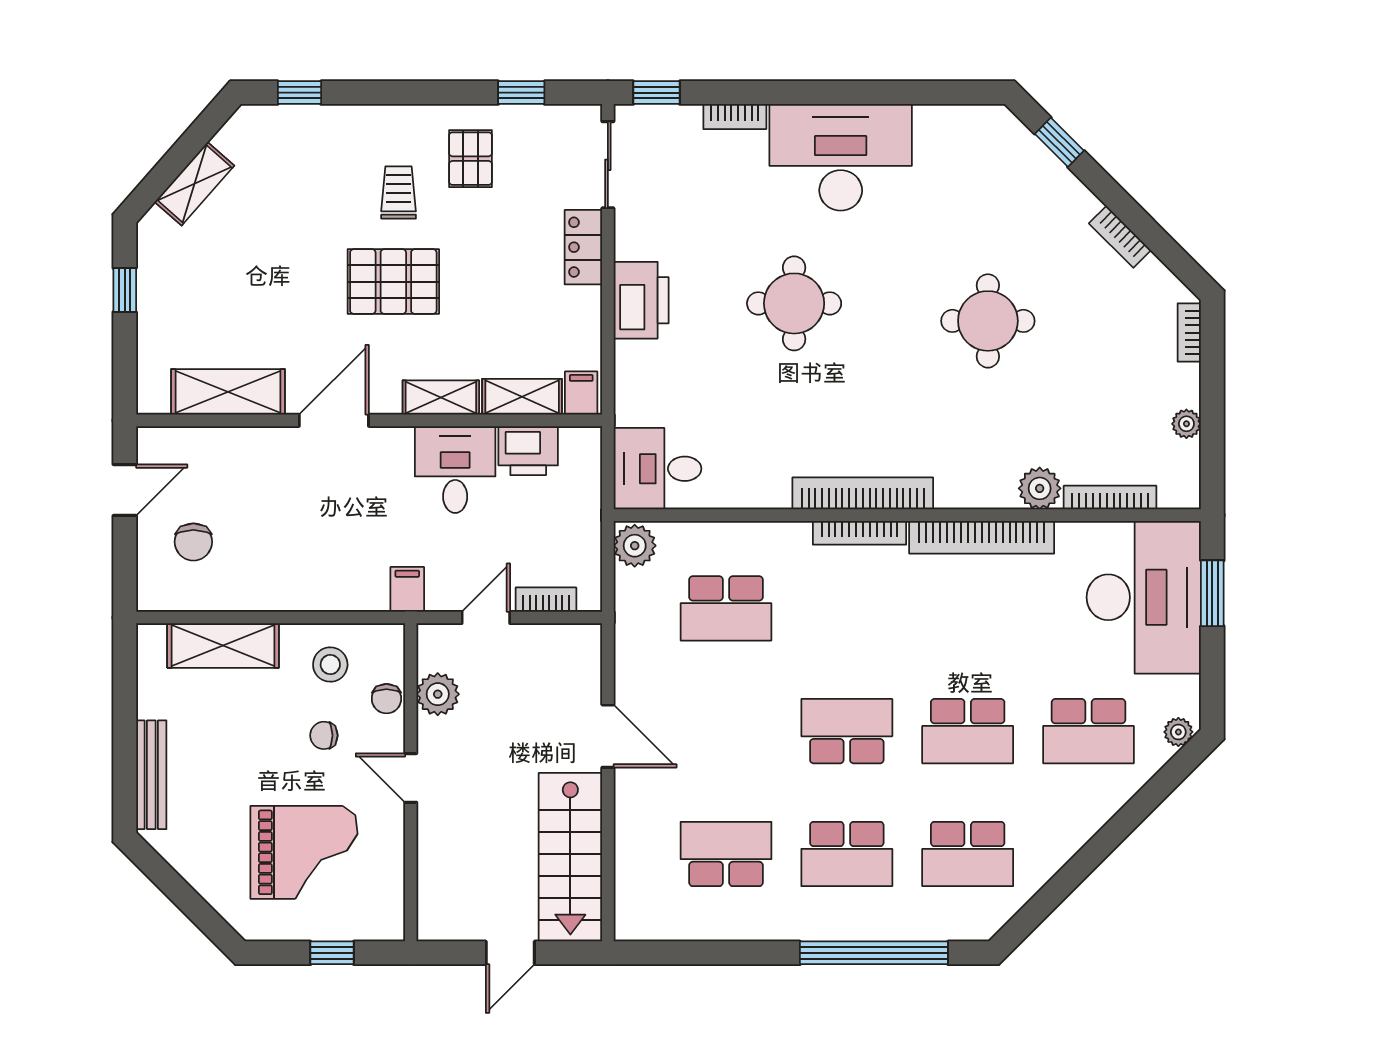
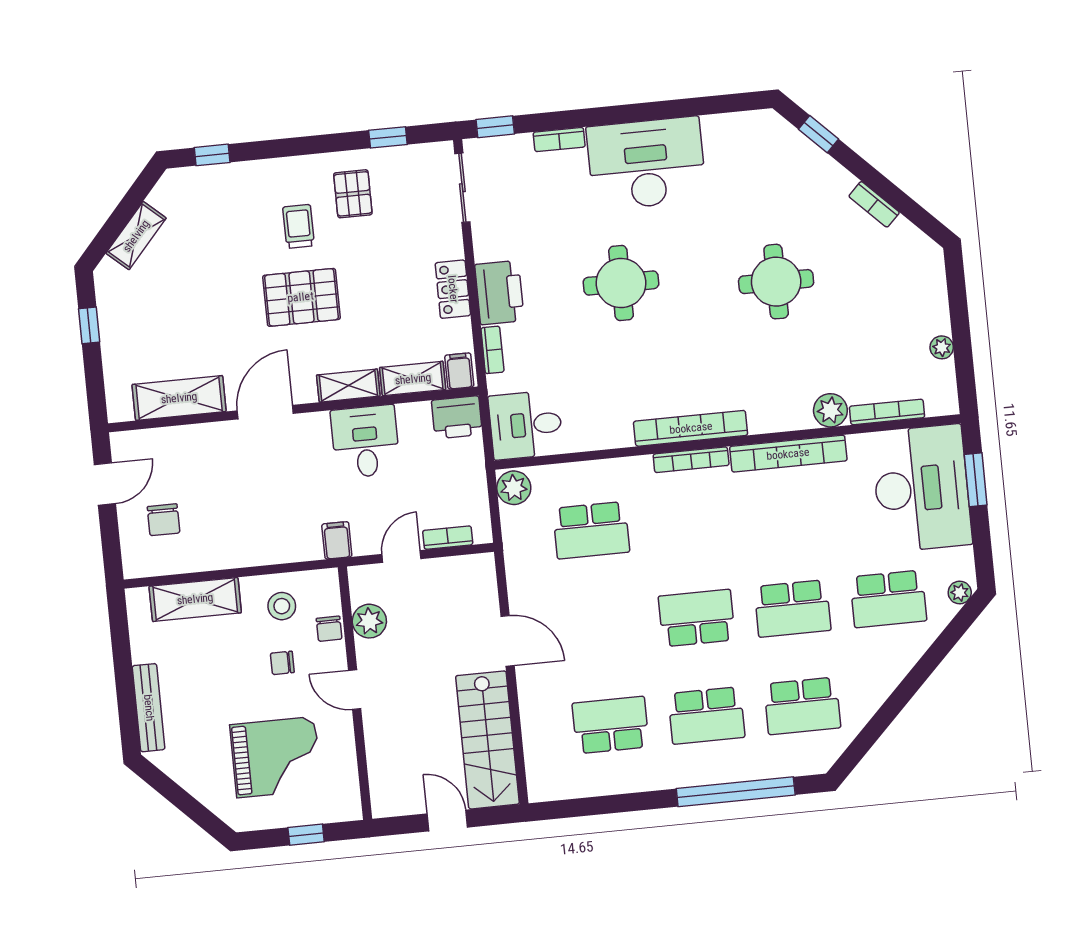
locker: (583, 247) -> (453, 289), moved
bookcase: (1189, 333) -> (492, 350), moved, turned 180
printer: (528, 451) -> (457, 417), moved
door: (510, 953) -> (447, 821), swing flipped

